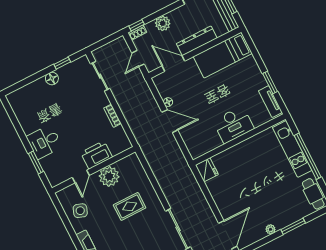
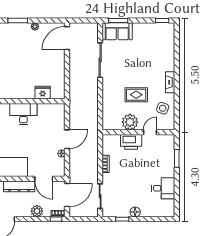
door: (138, 59) -> (67, 195), width x1.88
door: (170, 121) -> (67, 139), swing flipped
desk: (44, 142) -> (163, 188), moved
fridge: (207, 170) -> (43, 93), moved, turned 90
rug: (130, 206) -> (136, 95), moved

